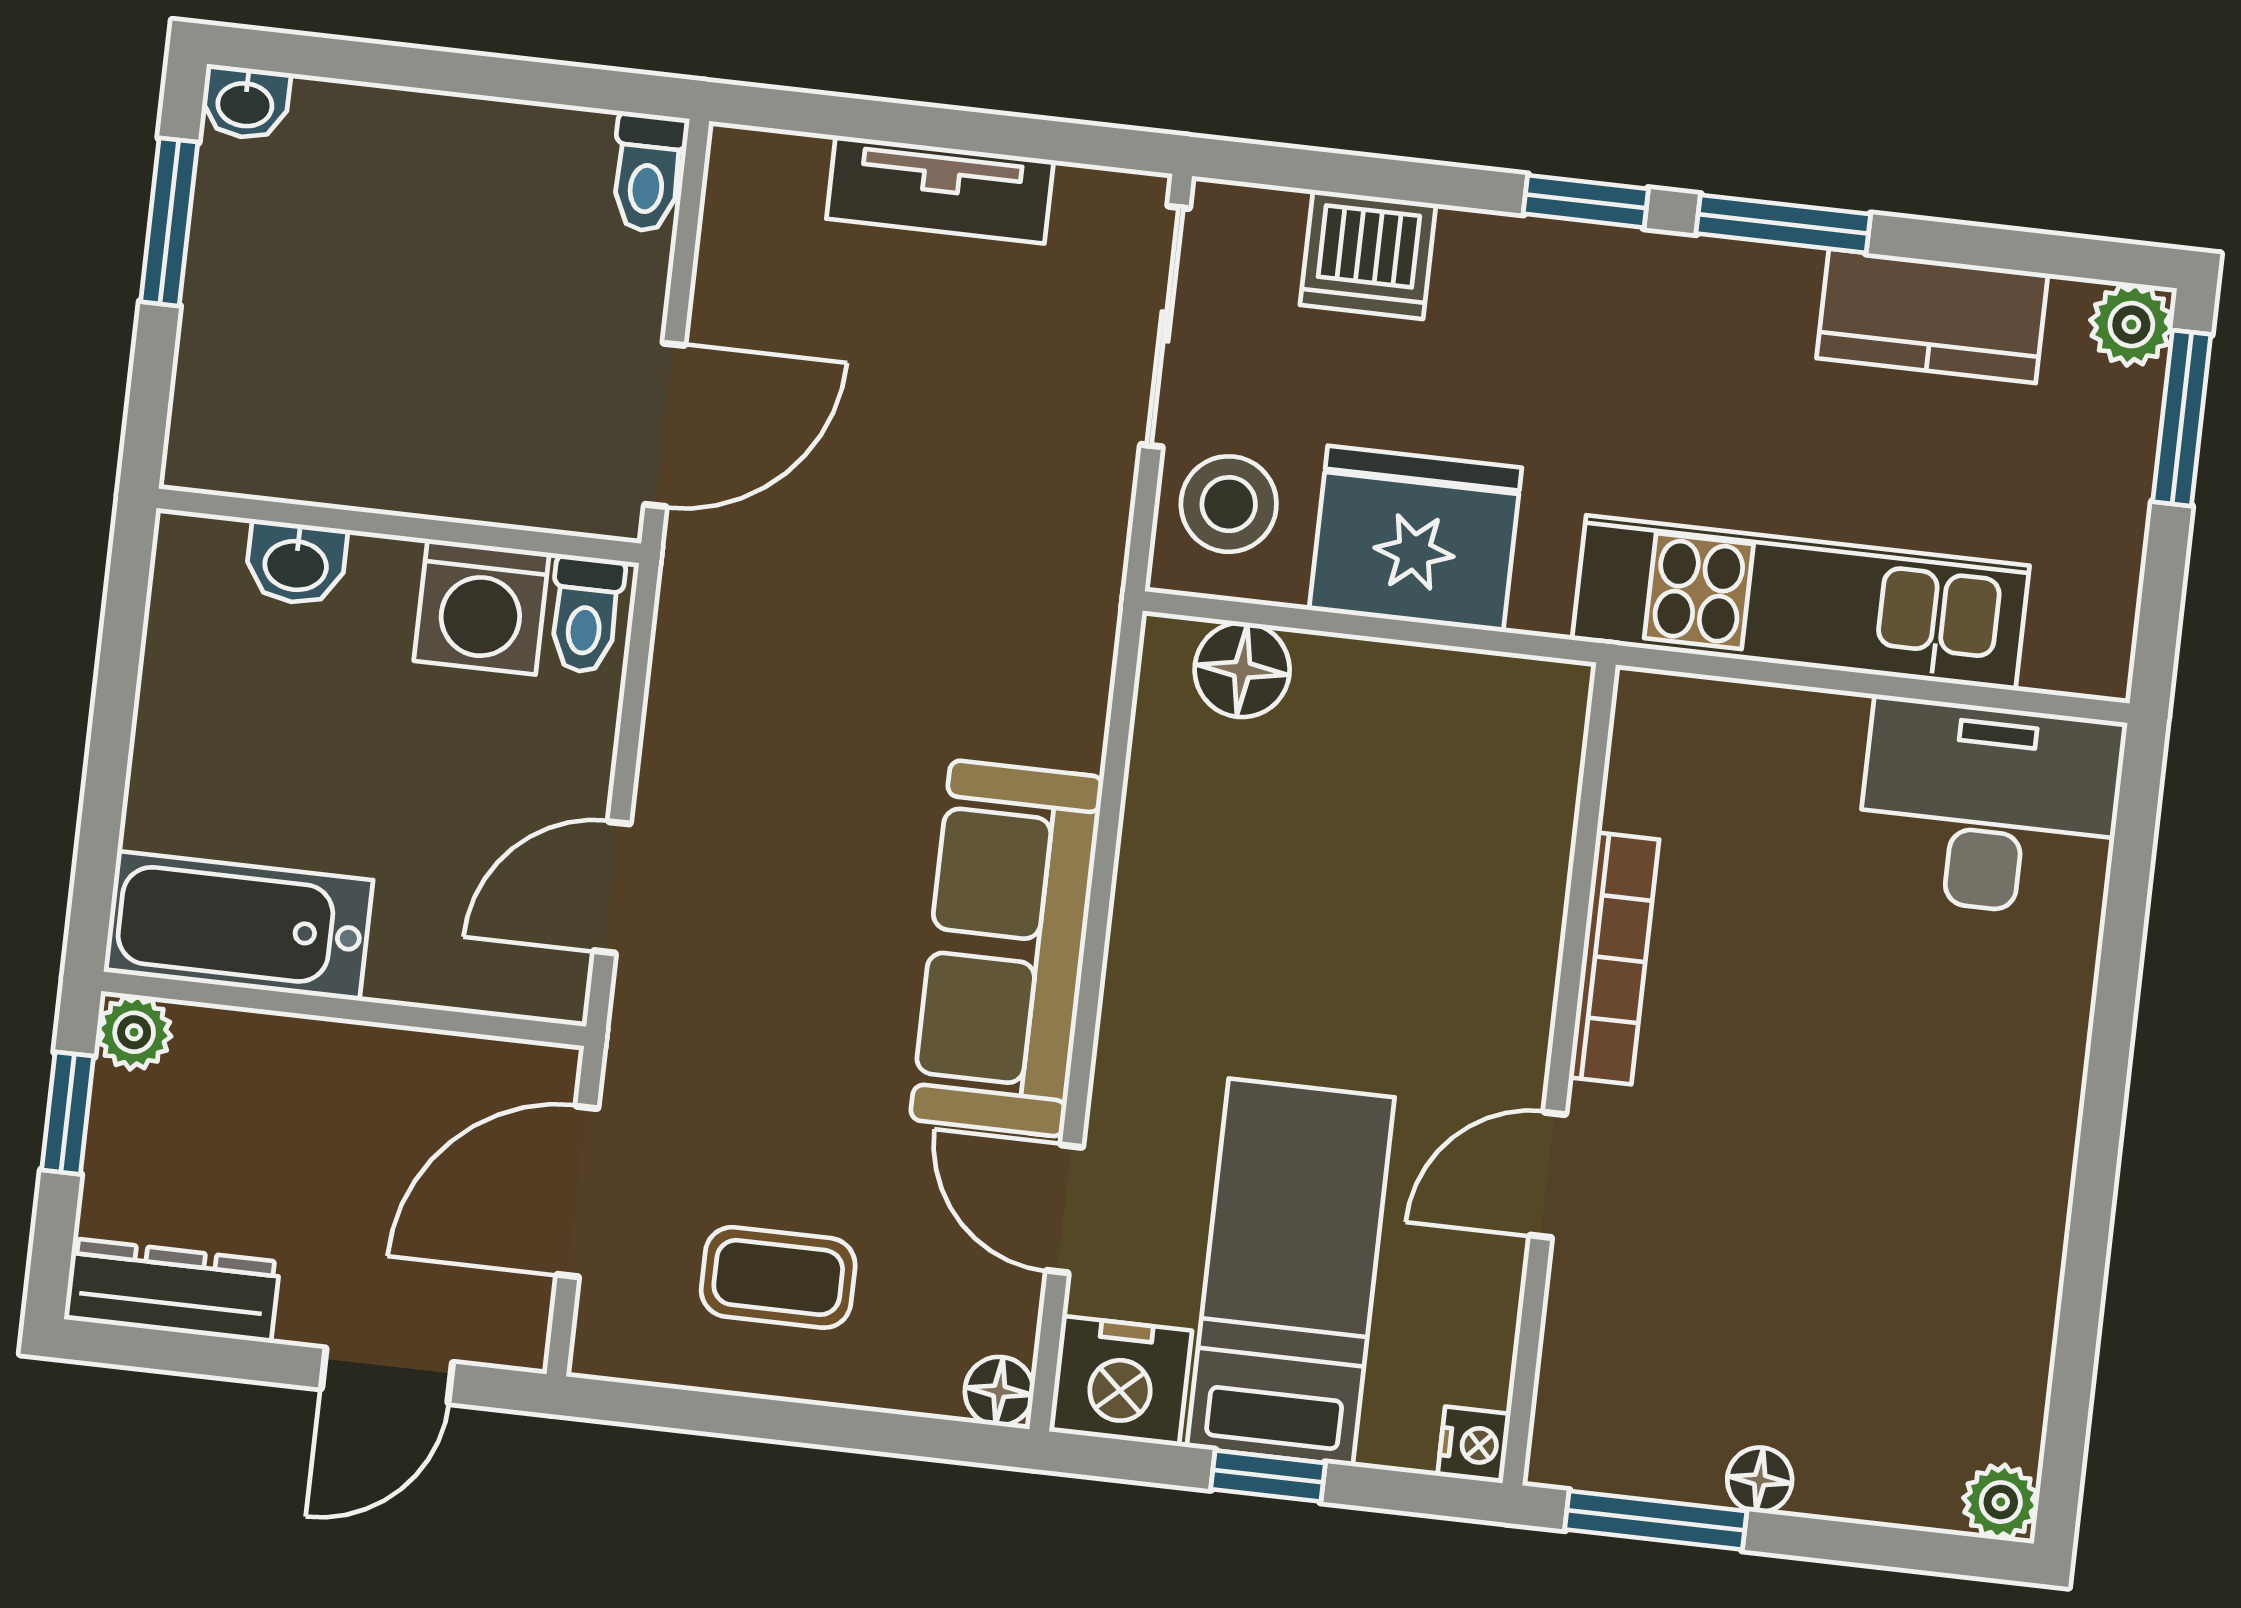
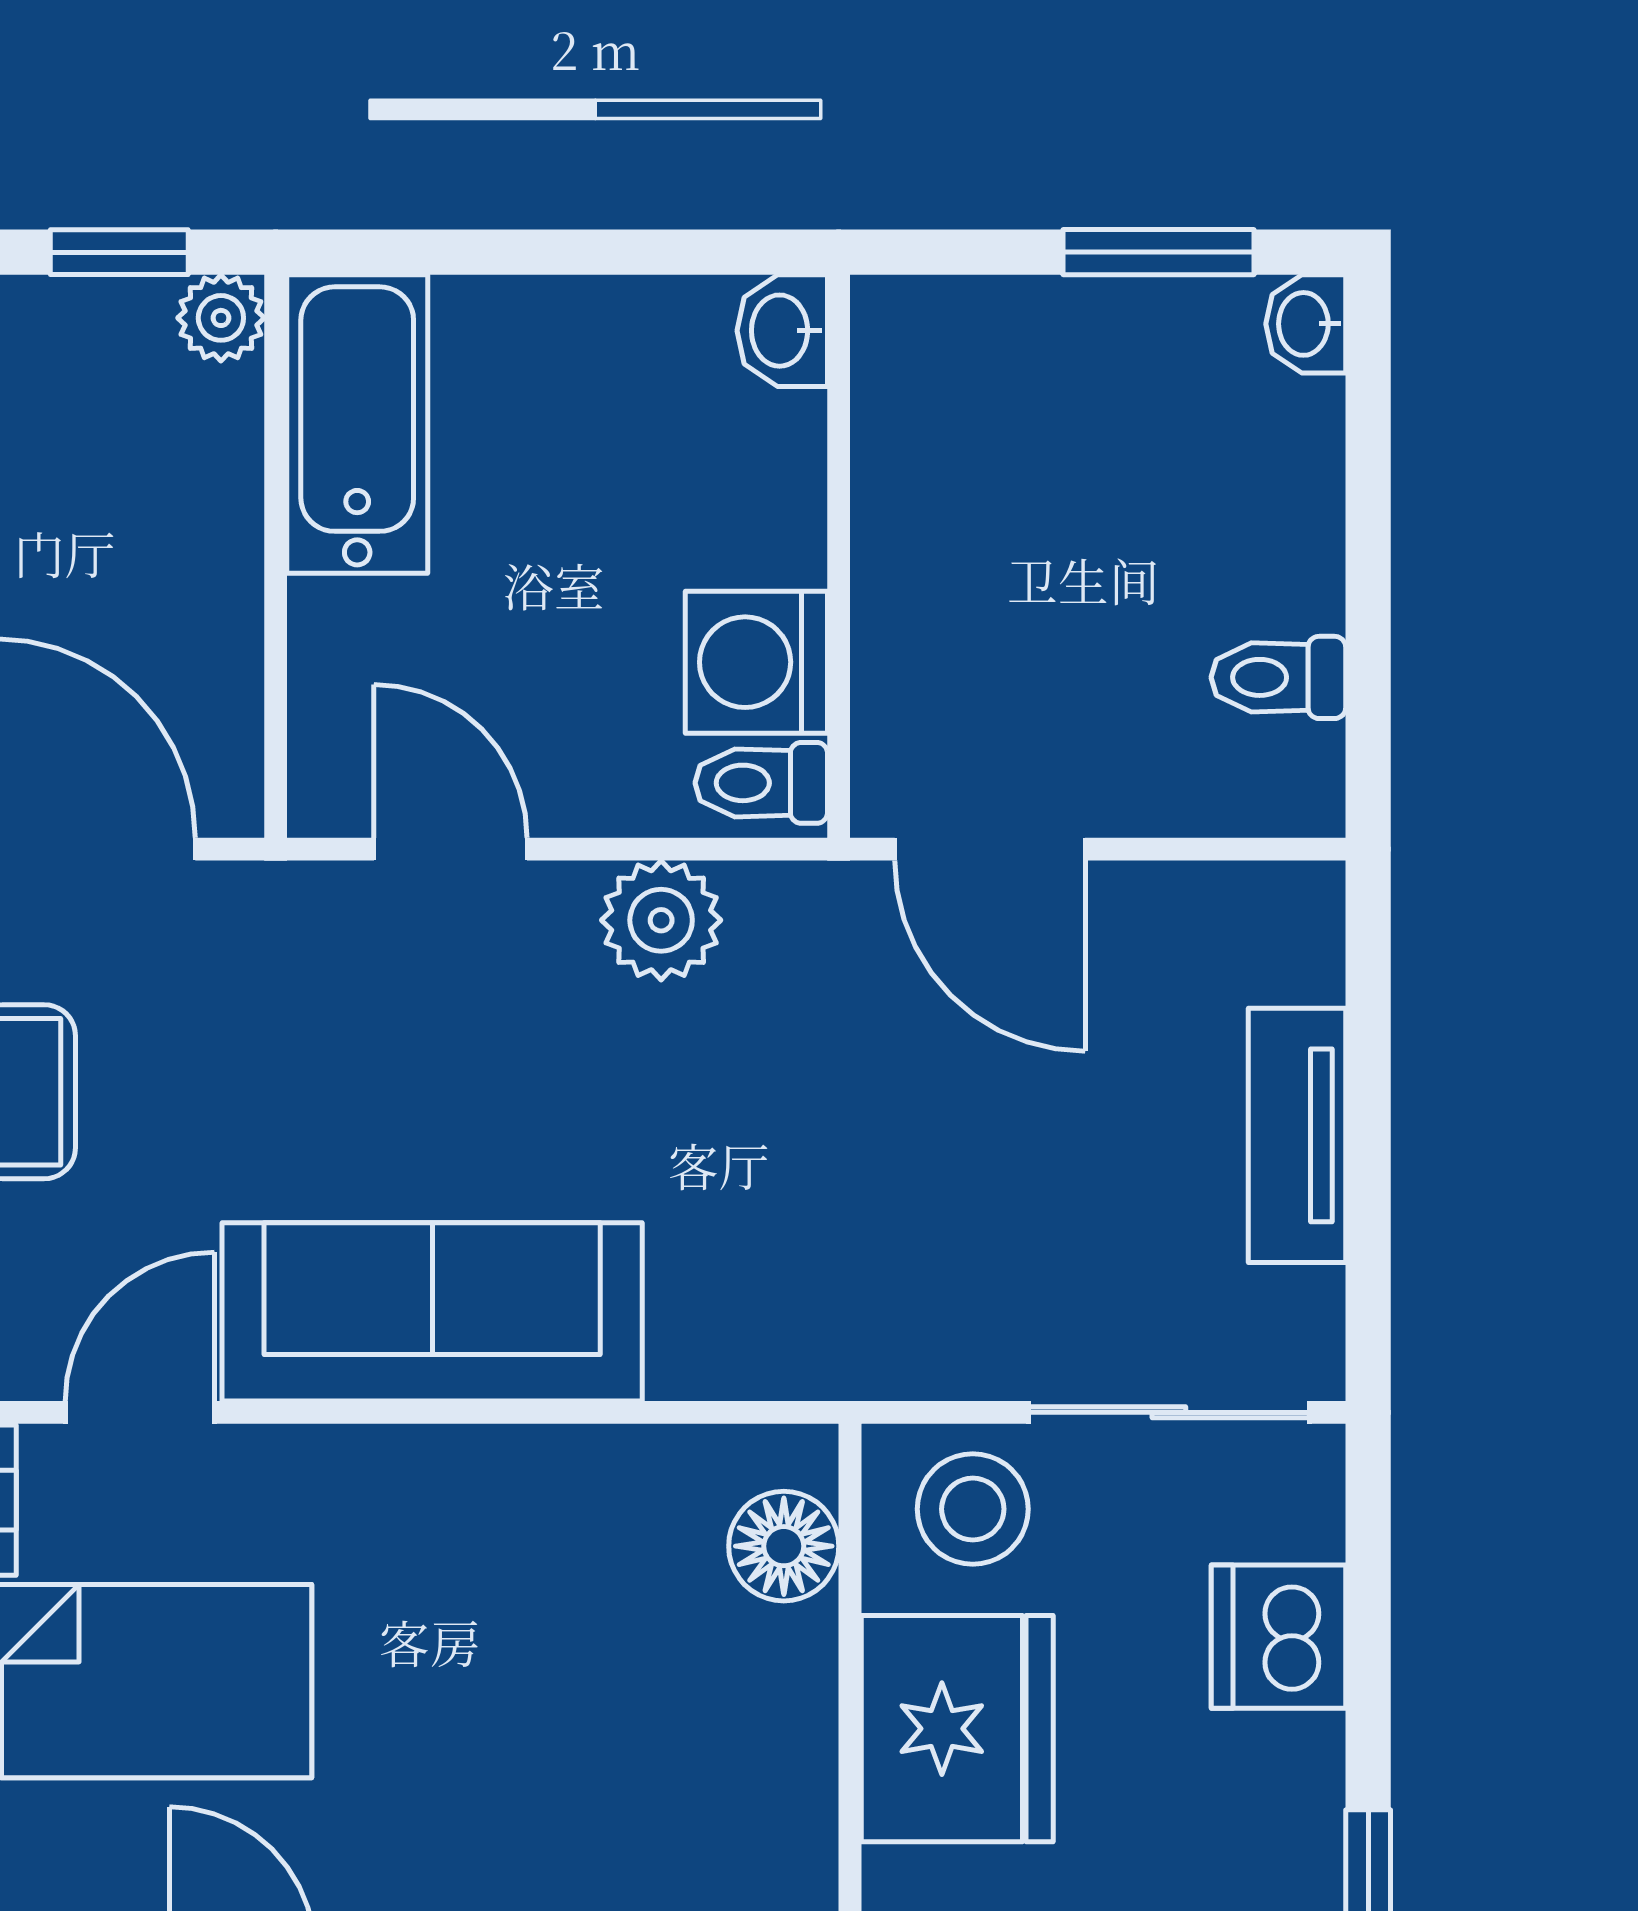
toilet: (648, 172) -> (1278, 677), moved
washbasin: (296, 563) -> (782, 331), moved
plant: (693, 714) -> (661, 920), added

